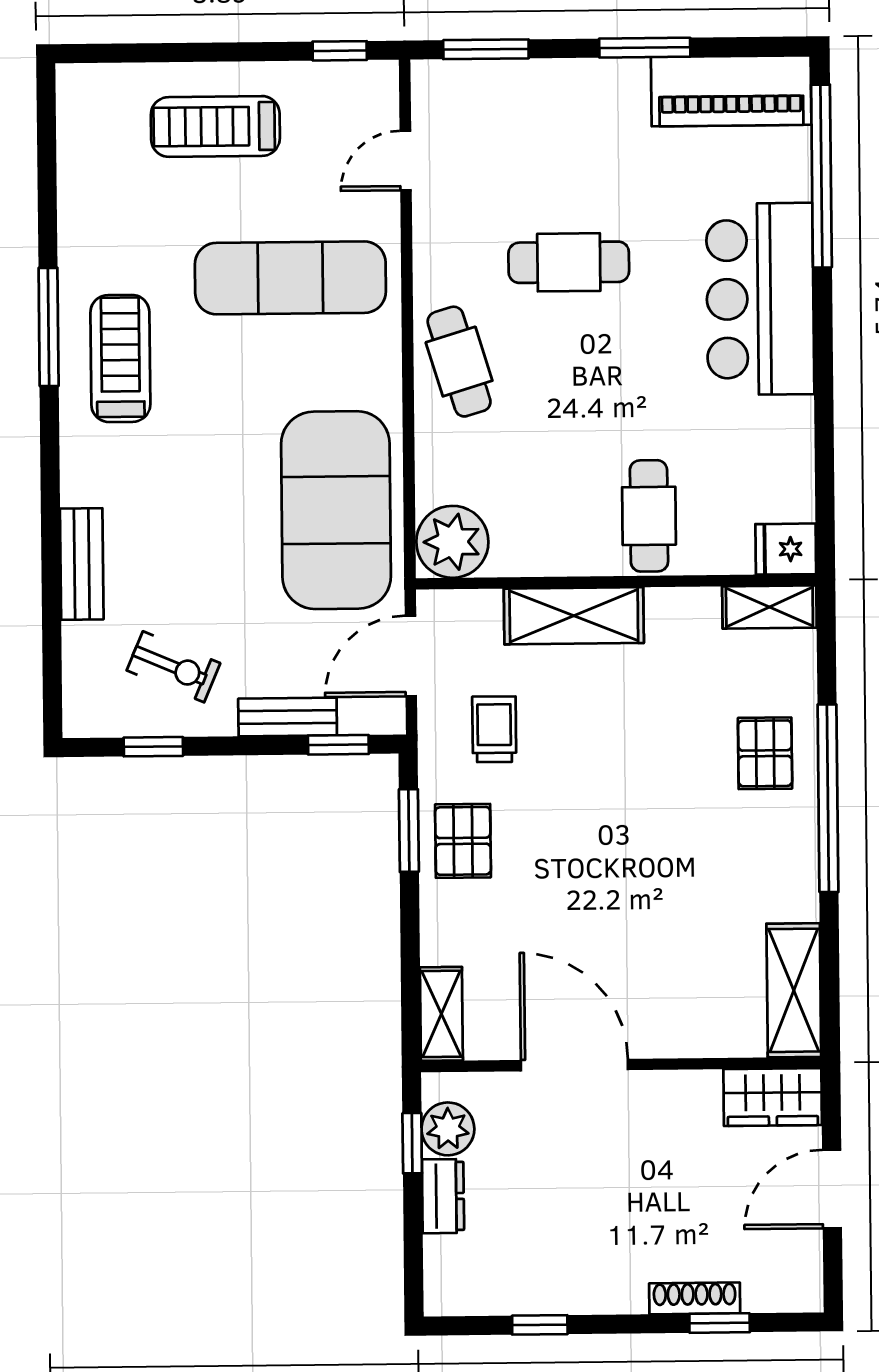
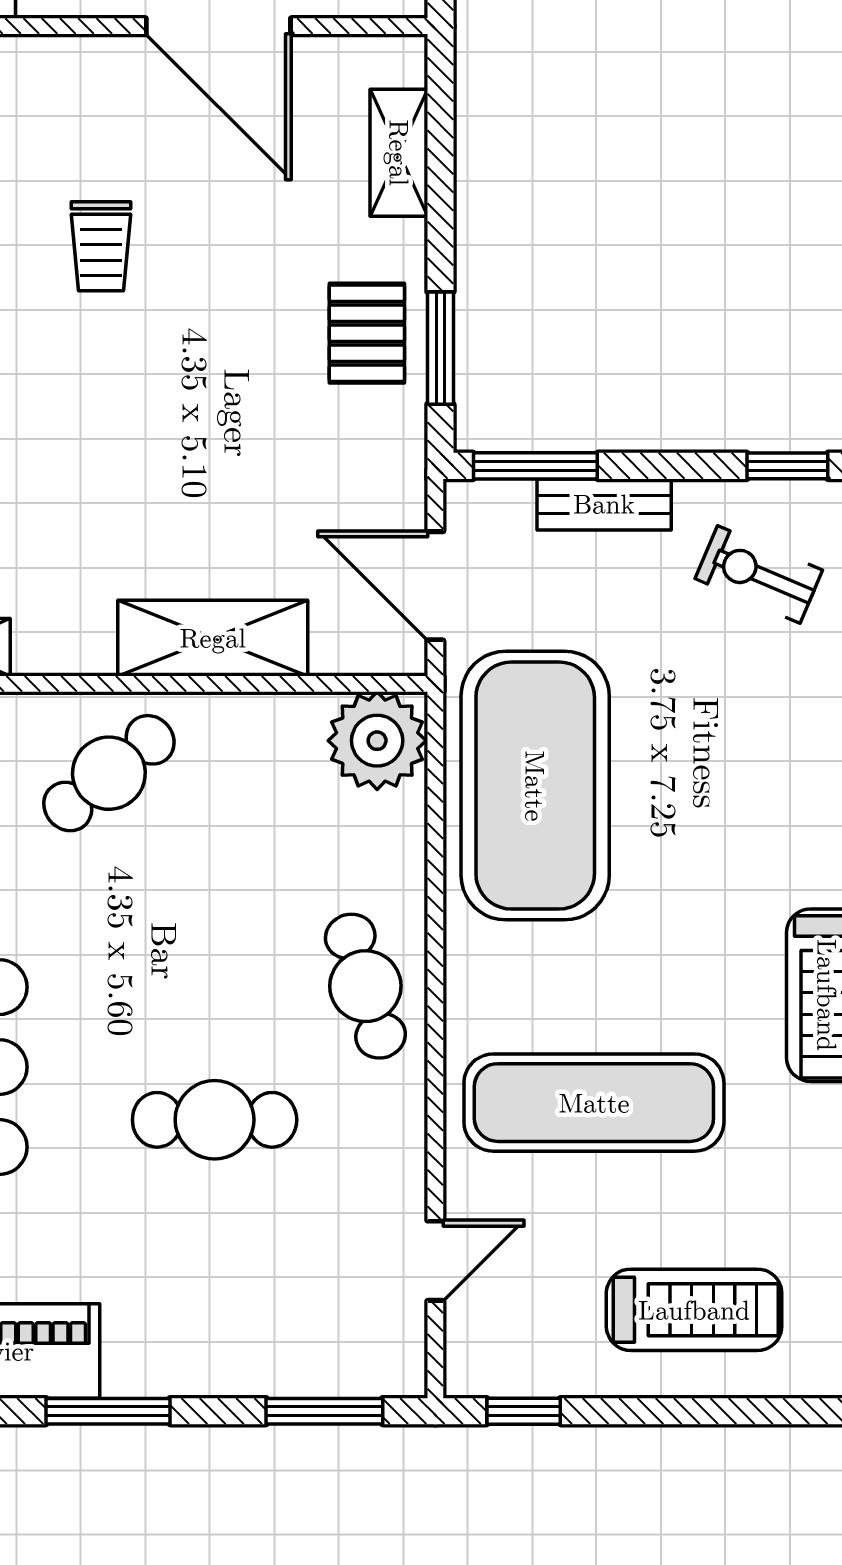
cafe table: (649, 516) -> (109, 773), turned 51
door: (411, 656) -> (435, 586), swing flipped
trolley: (494, 729) -> (101, 246), moved
window: (338, 745) -> (535, 466), width x1.50
shelving: (441, 1014) -> (399, 153), moved

